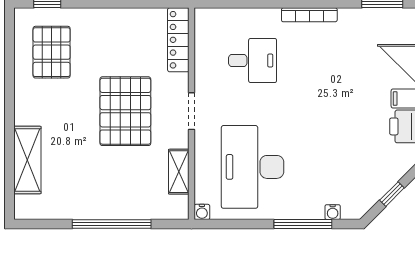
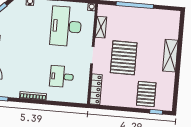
pallet: (52, 52) -> (146, 94), moved
shelving: (27, 160) -> (170, 56), moved
desk: (253, 167) -> (66, 26), turned 180

